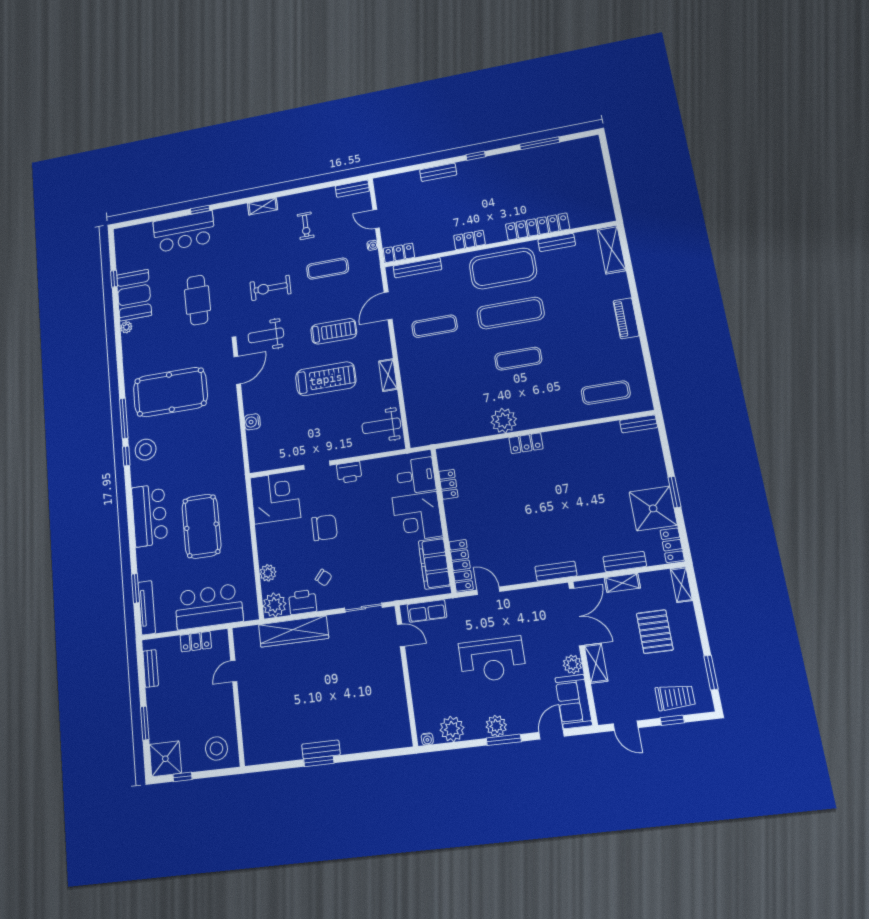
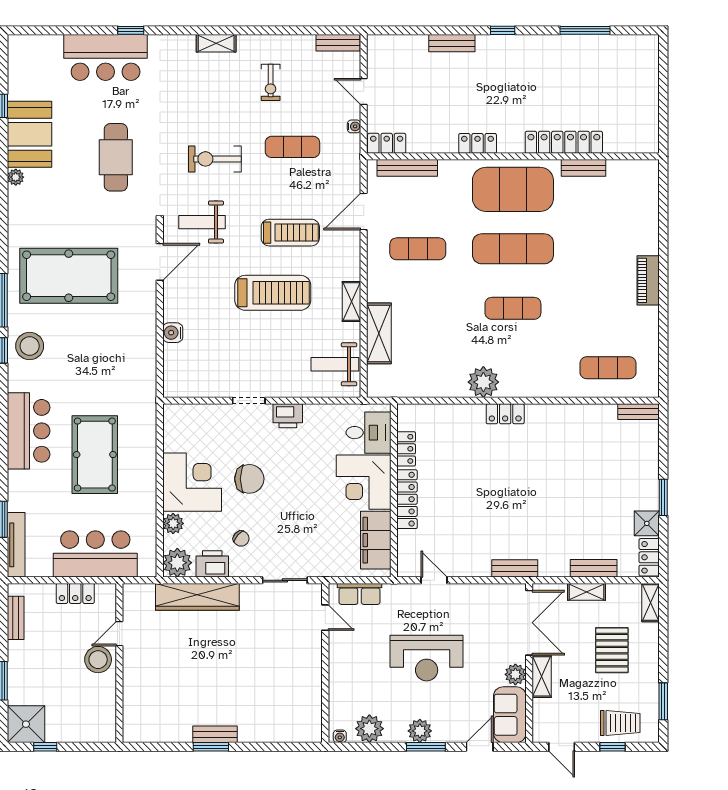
shelving: (611, 250) -> (379, 333), moved
corner desk: (275, 498) -> (192, 482), moved
shower: (653, 508) -> (647, 523), width x0.54, depth x0.54
locker: (461, 565) -> (407, 499), moved
stool: (216, 748) -> (98, 660), moved

